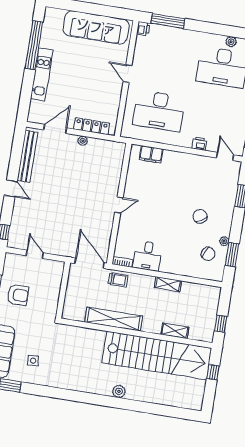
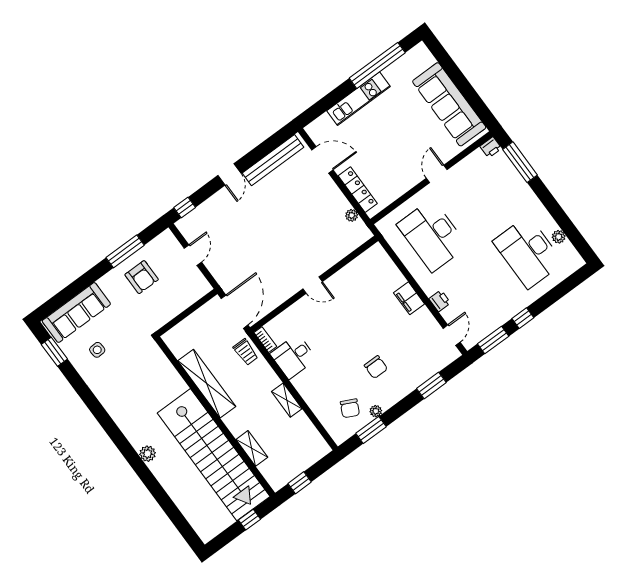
plant: (83, 141) -> (352, 215), moved
filing cabinet: (151, 154) -> (409, 298), moved
chair: (200, 216) -> (376, 367), turned 119

